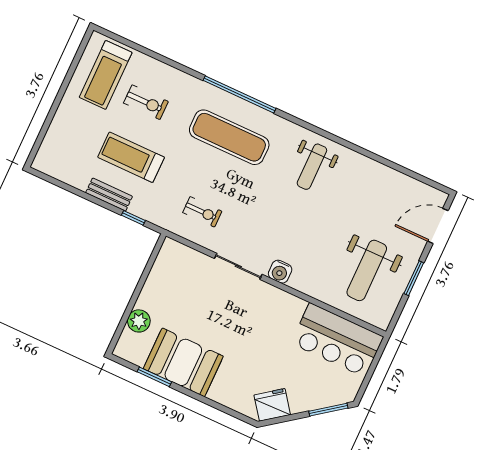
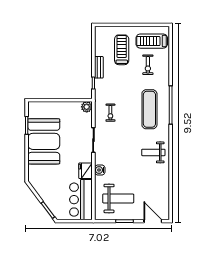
treadmill: (131, 157) -> (122, 50), moved
weight bench: (367, 270) -> (118, 198), turned 180
water cooler: (280, 272) -> (100, 170), moved
plant: (139, 321) -> (87, 107), moved
booth: (183, 362) -> (44, 141), width x1.36, depth x1.42
fridge: (272, 405) -> (85, 171), moved, turned -143

